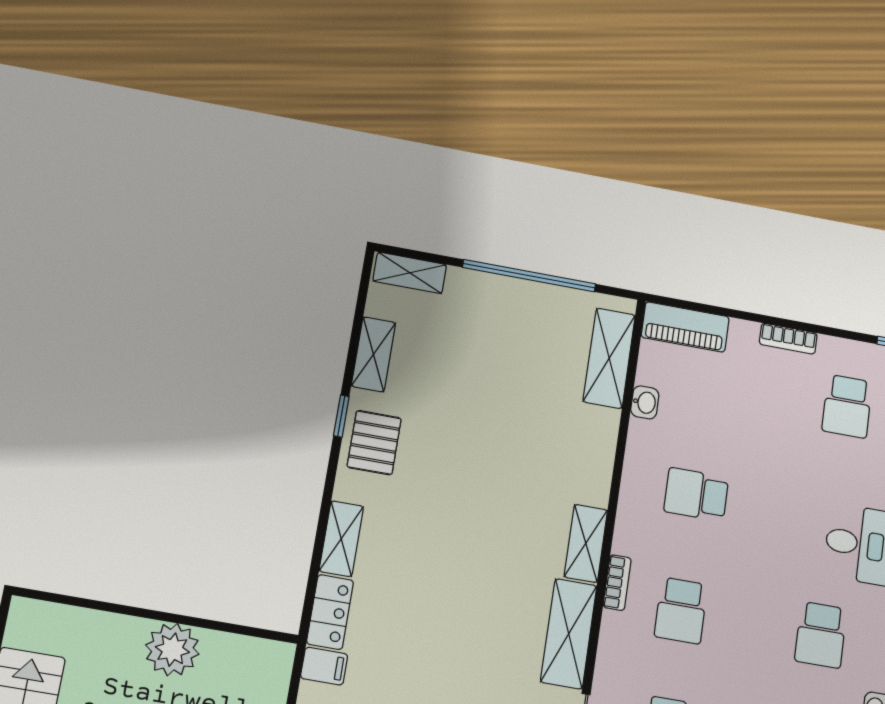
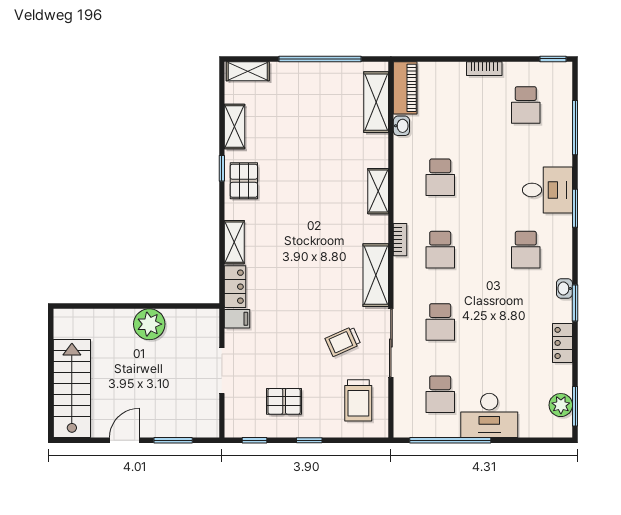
piano: (685, 327) -> (405, 88), moved, turned -90
school desk: (696, 494) -> (440, 177), turned -90
shelving: (586, 543) -> (378, 191), moved

